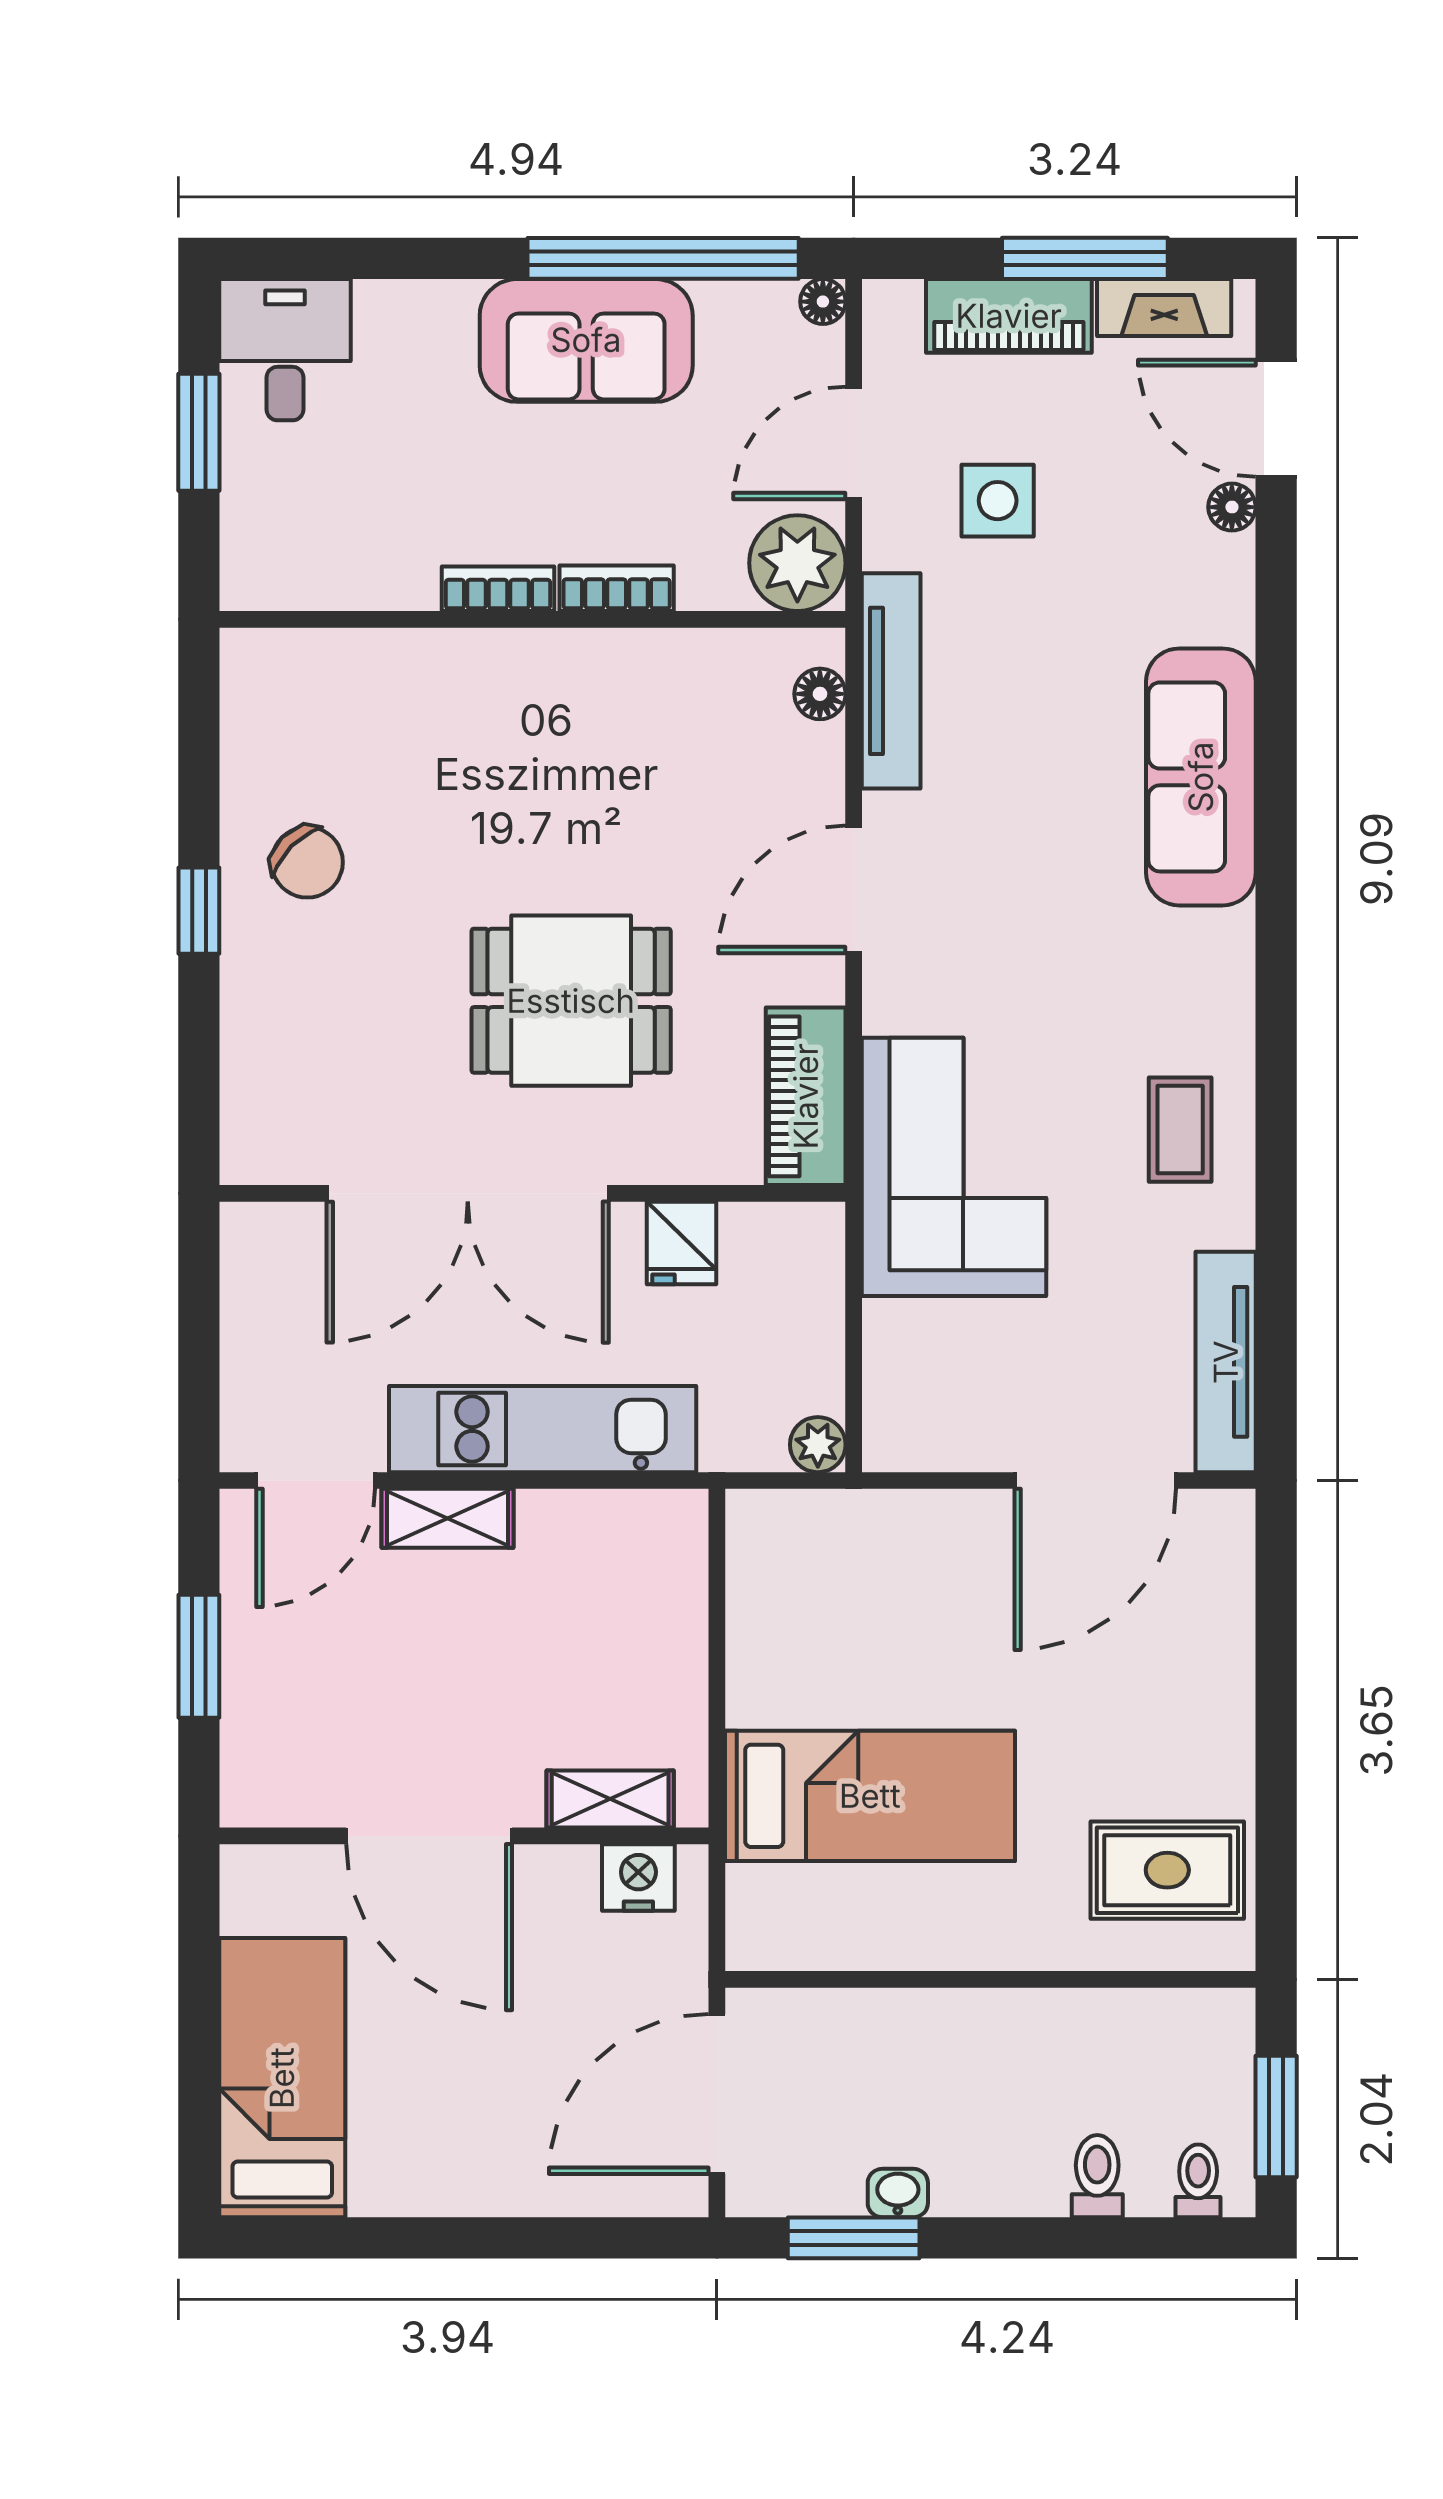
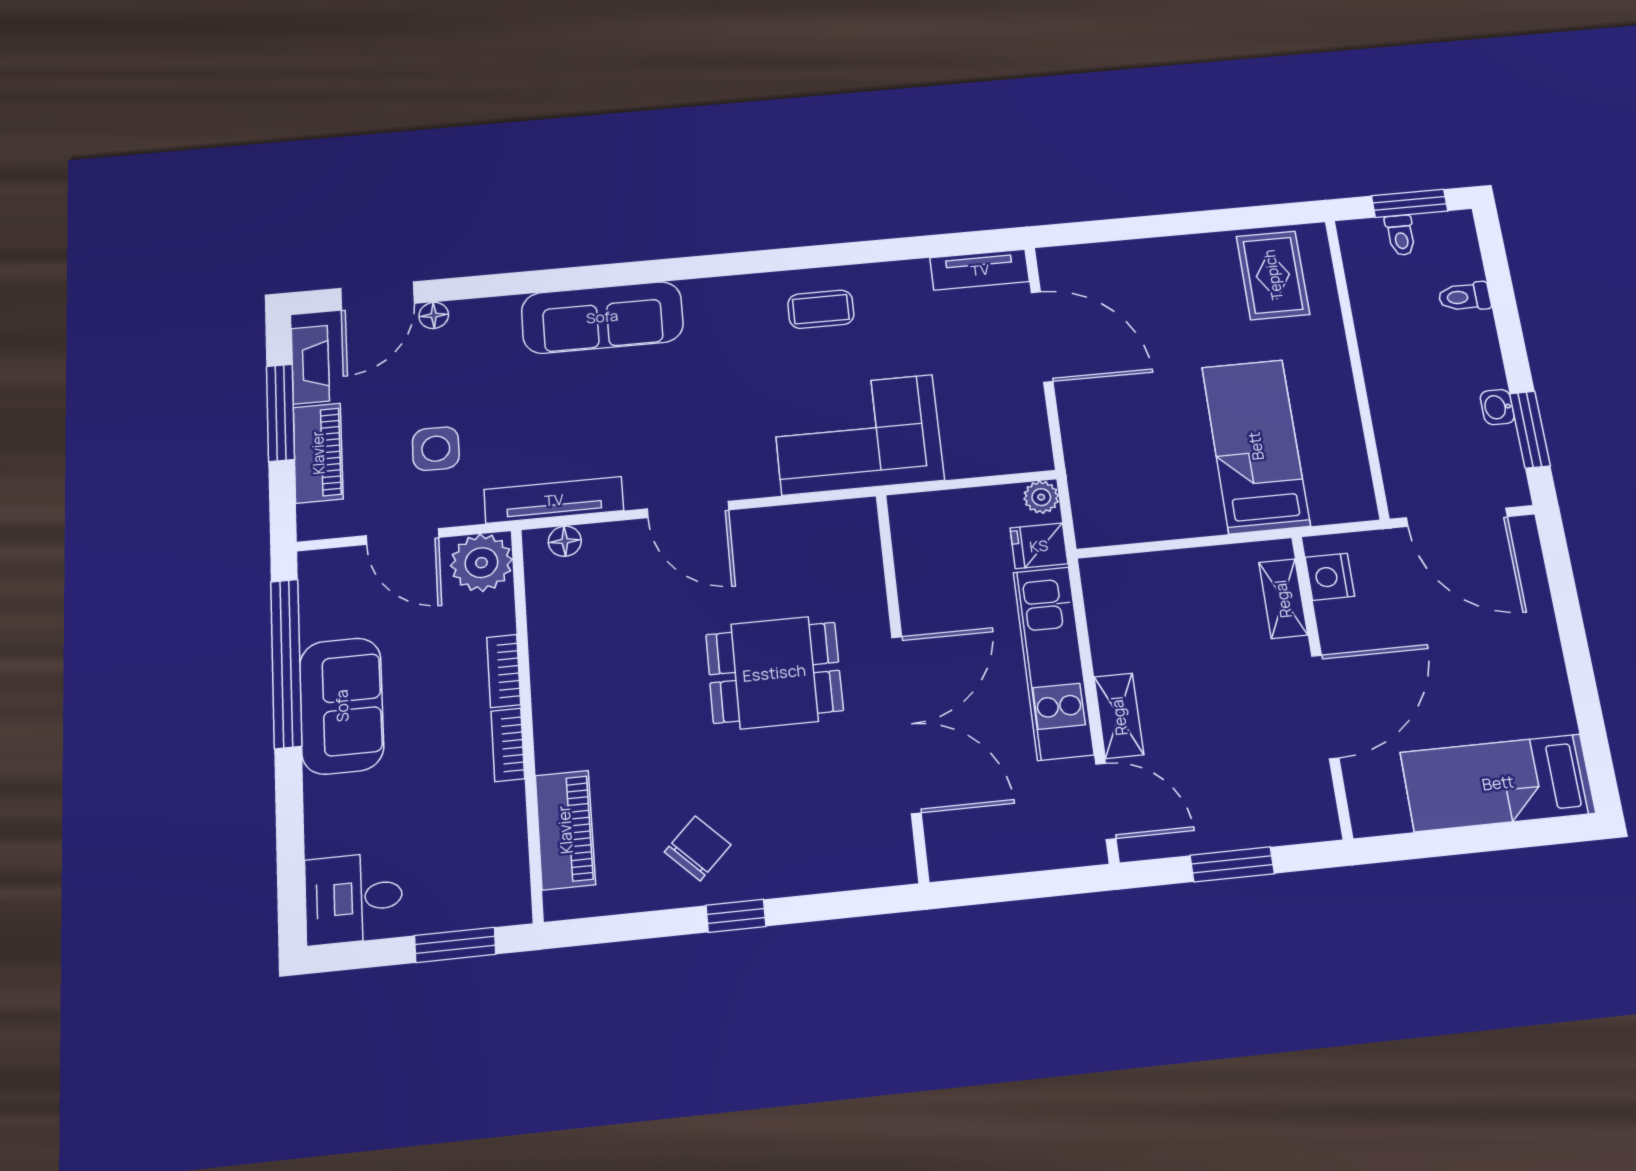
floor lamp: (823, 302) -> (312, 564), removed
window: (199, 432) -> (455, 945), moved
dining table: (571, 1001) -> (774, 673), turned 90
piano: (806, 1096) -> (565, 830), moved, turned -90
fridge: (681, 1243) -> (1039, 546), moved, turned 180
tv unit: (1226, 1362) -> (980, 270), width x0.71
toilet: (1198, 2181) -> (1401, 235), moved, turned -90

